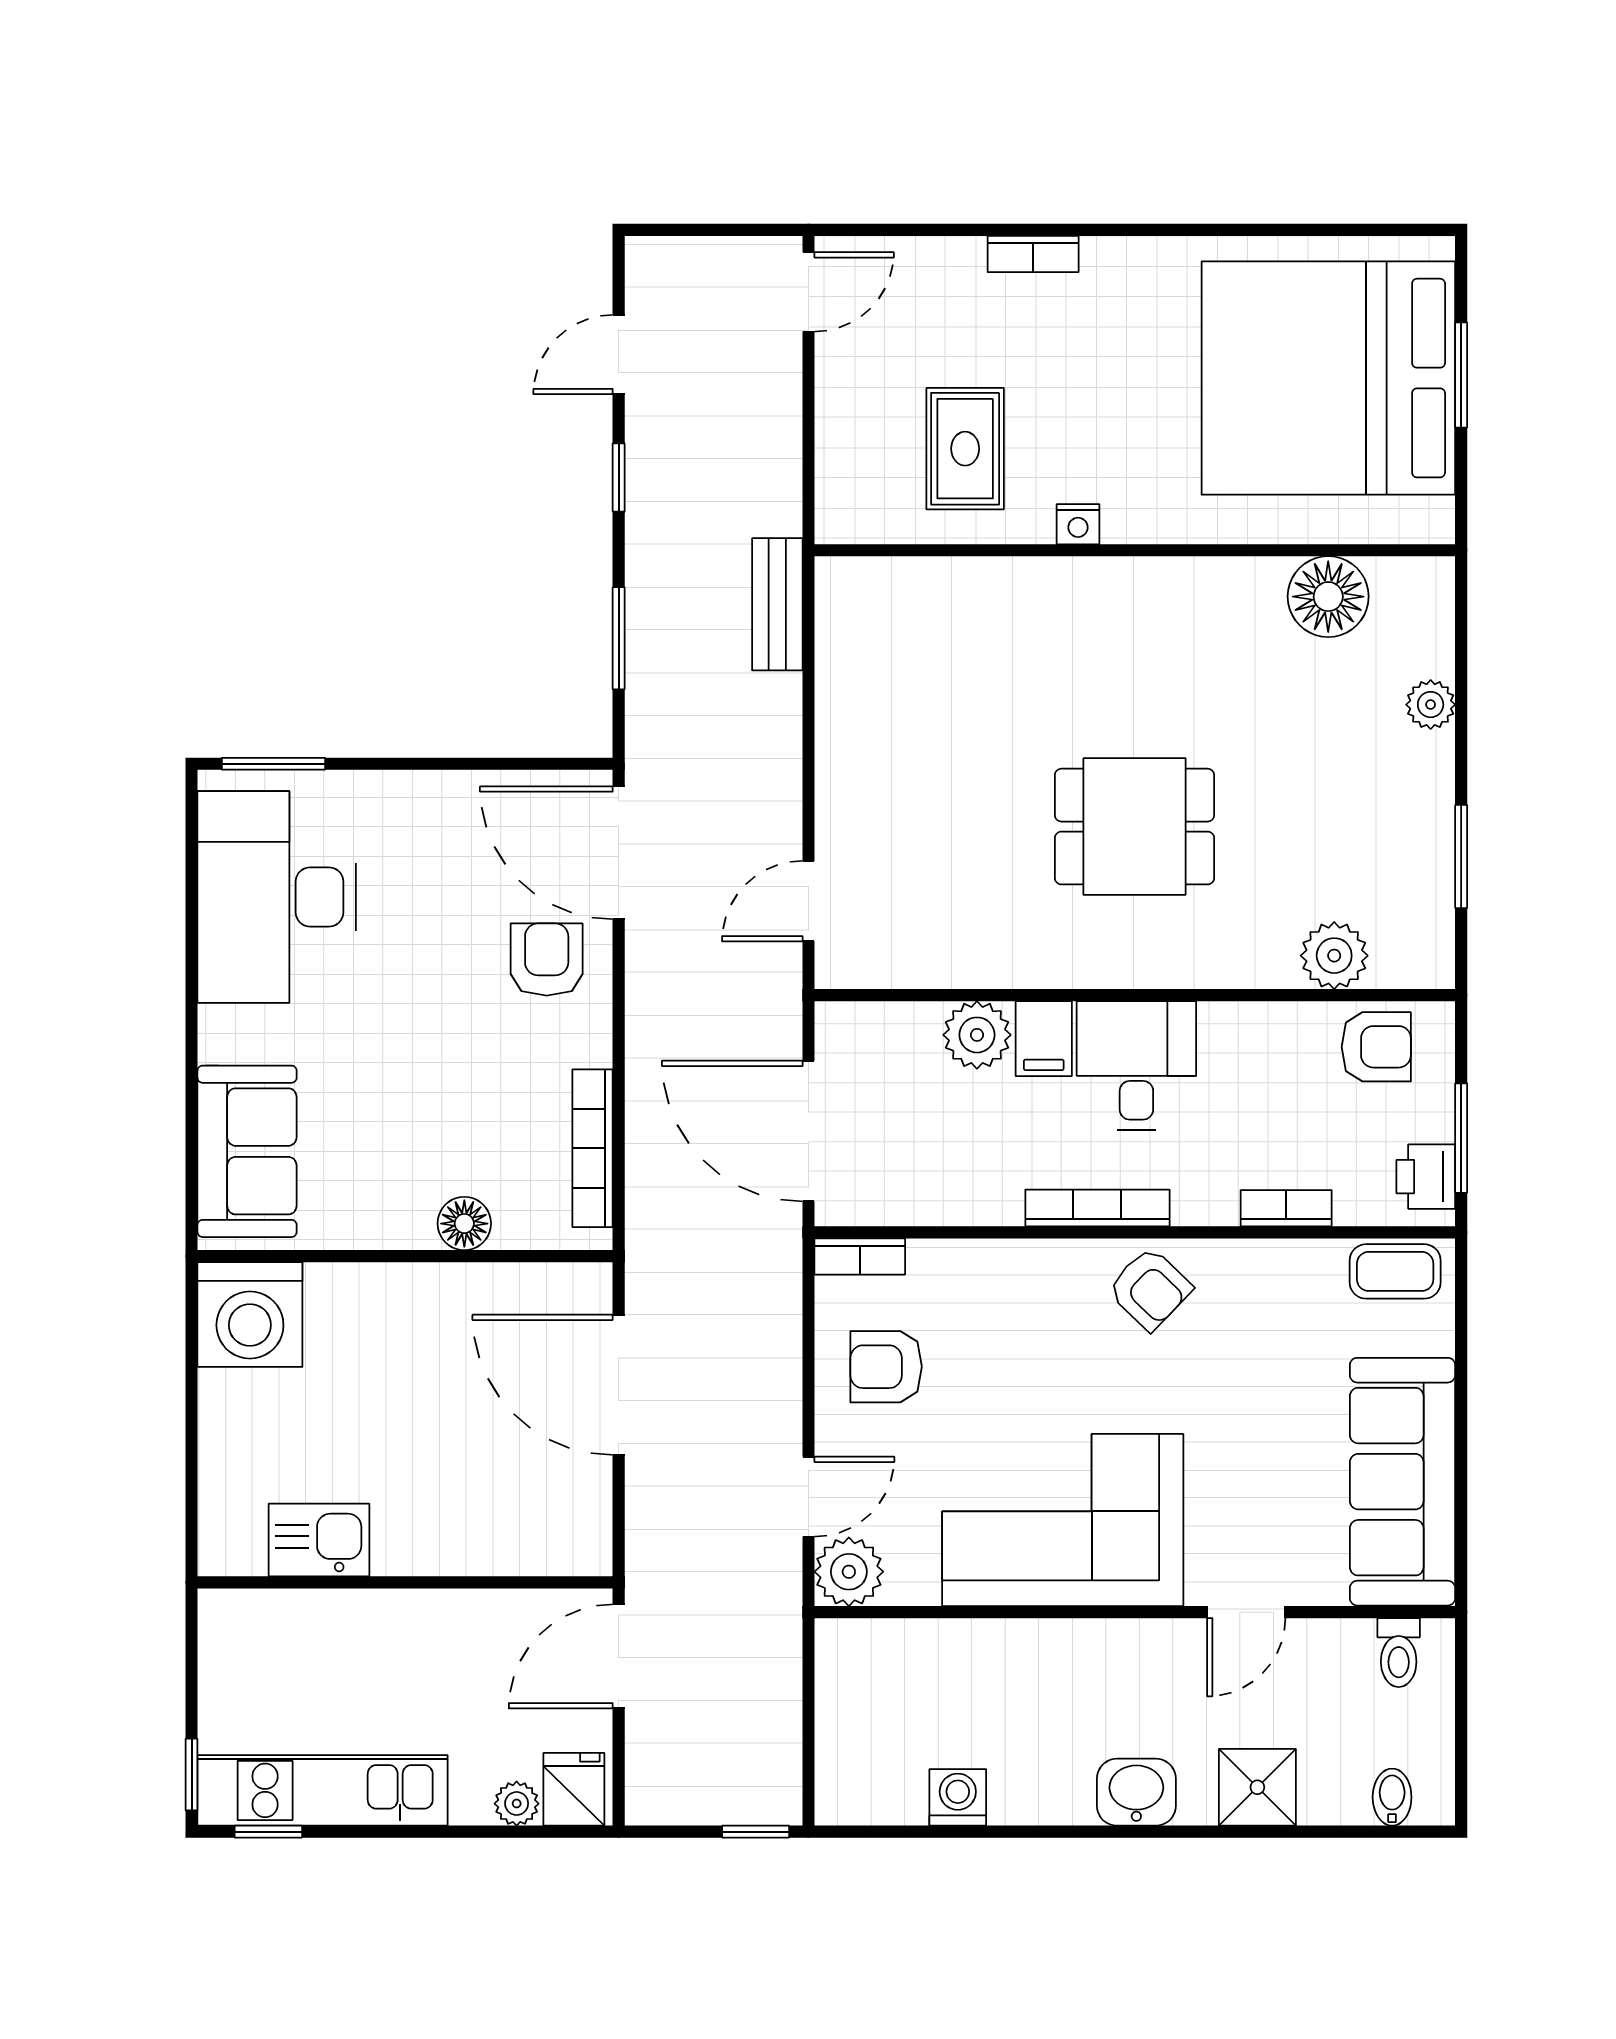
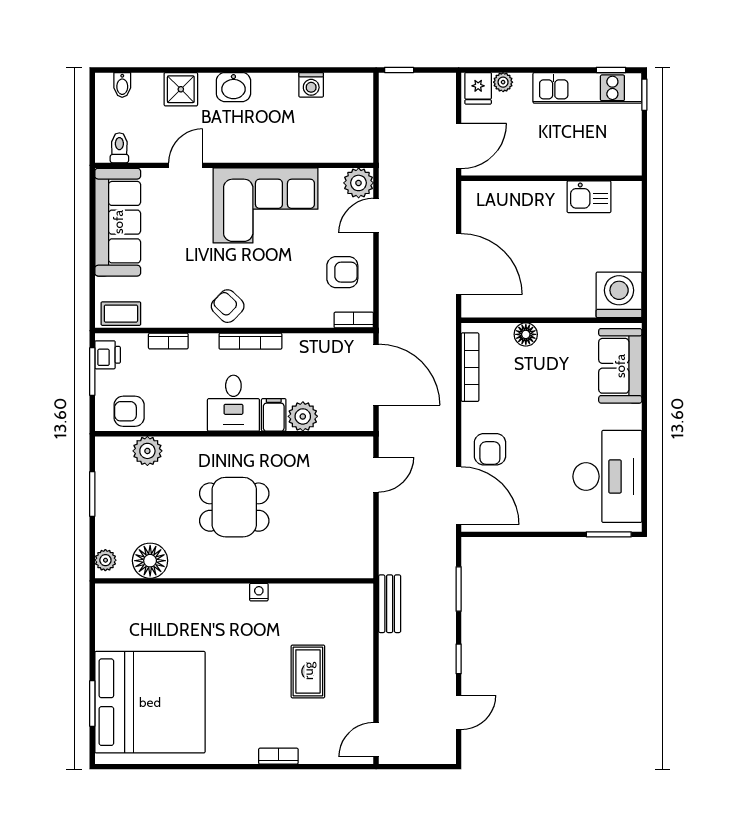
nightstand: (1078, 524) -> (259, 592), moved
wall: (1135, 550) -> (234, 581), moved
floor lamp: (1328, 597) -> (150, 561), moved

